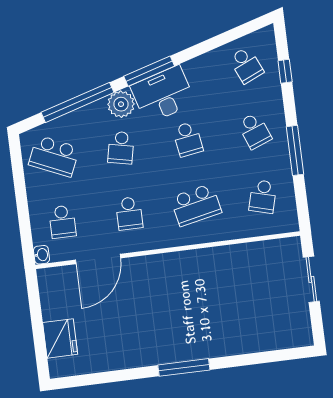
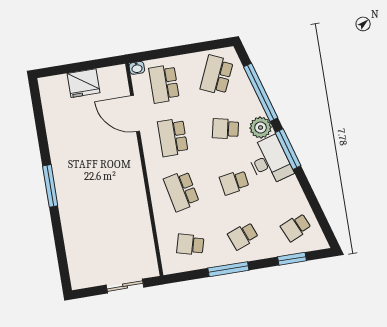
window: (285, 71) -> (292, 259), width x1.50
school desk: (129, 213) -> (173, 137), width x1.85
school desk: (62, 222) -> (164, 84), width x1.85
fridge: (60, 338) -> (83, 83), moved

